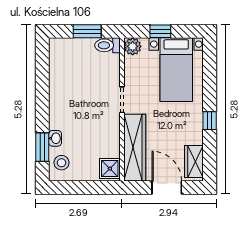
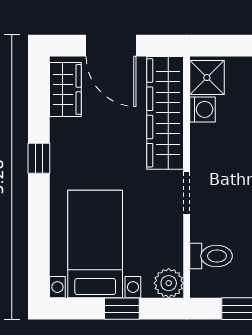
toilet: (107, 45) -> (211, 256), moved
washing machine: (112, 150) -> (202, 109), added

